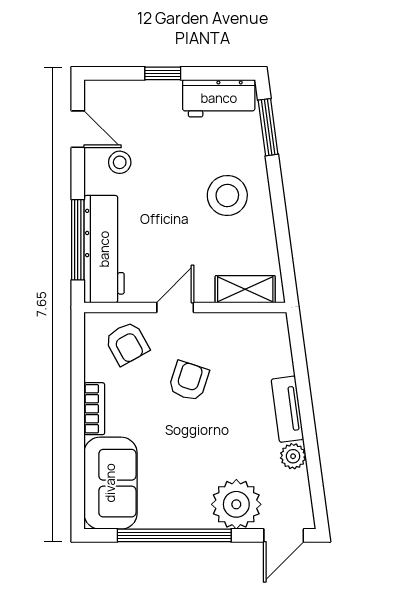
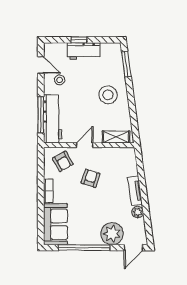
workbench: (219, 98) -> (84, 51), moved

